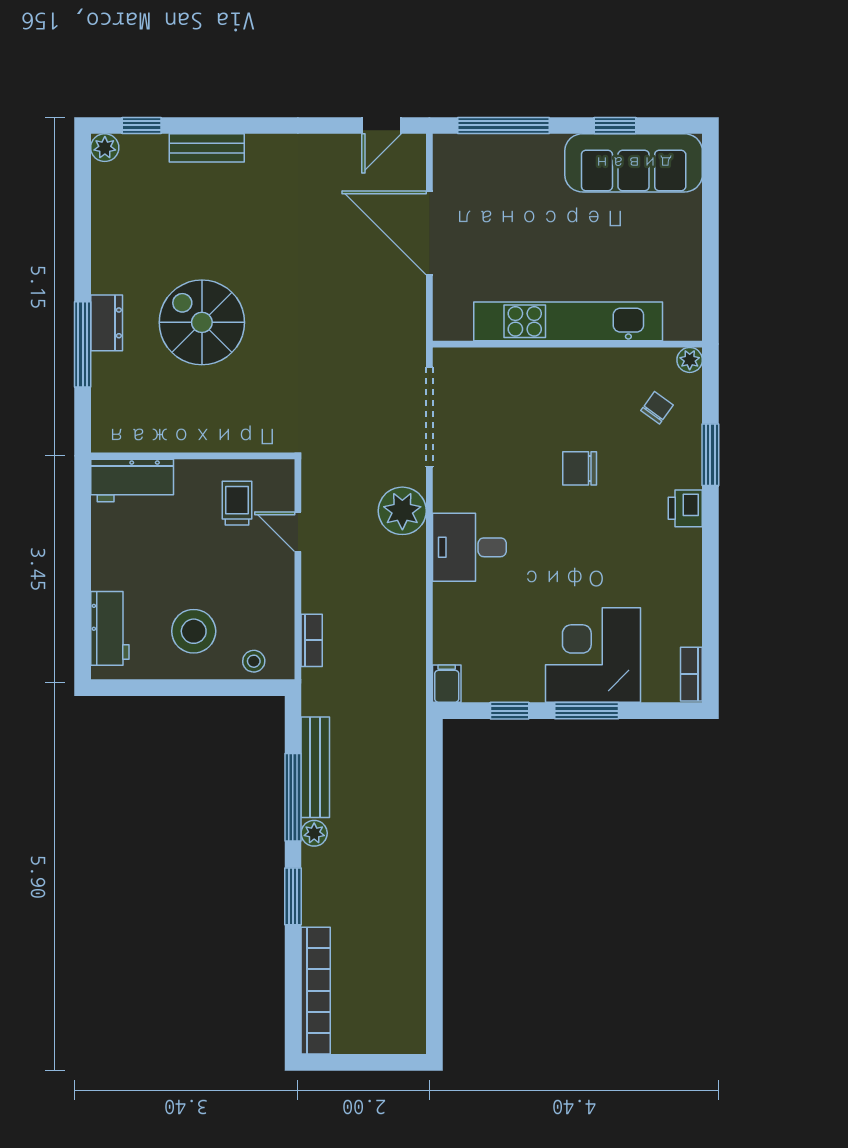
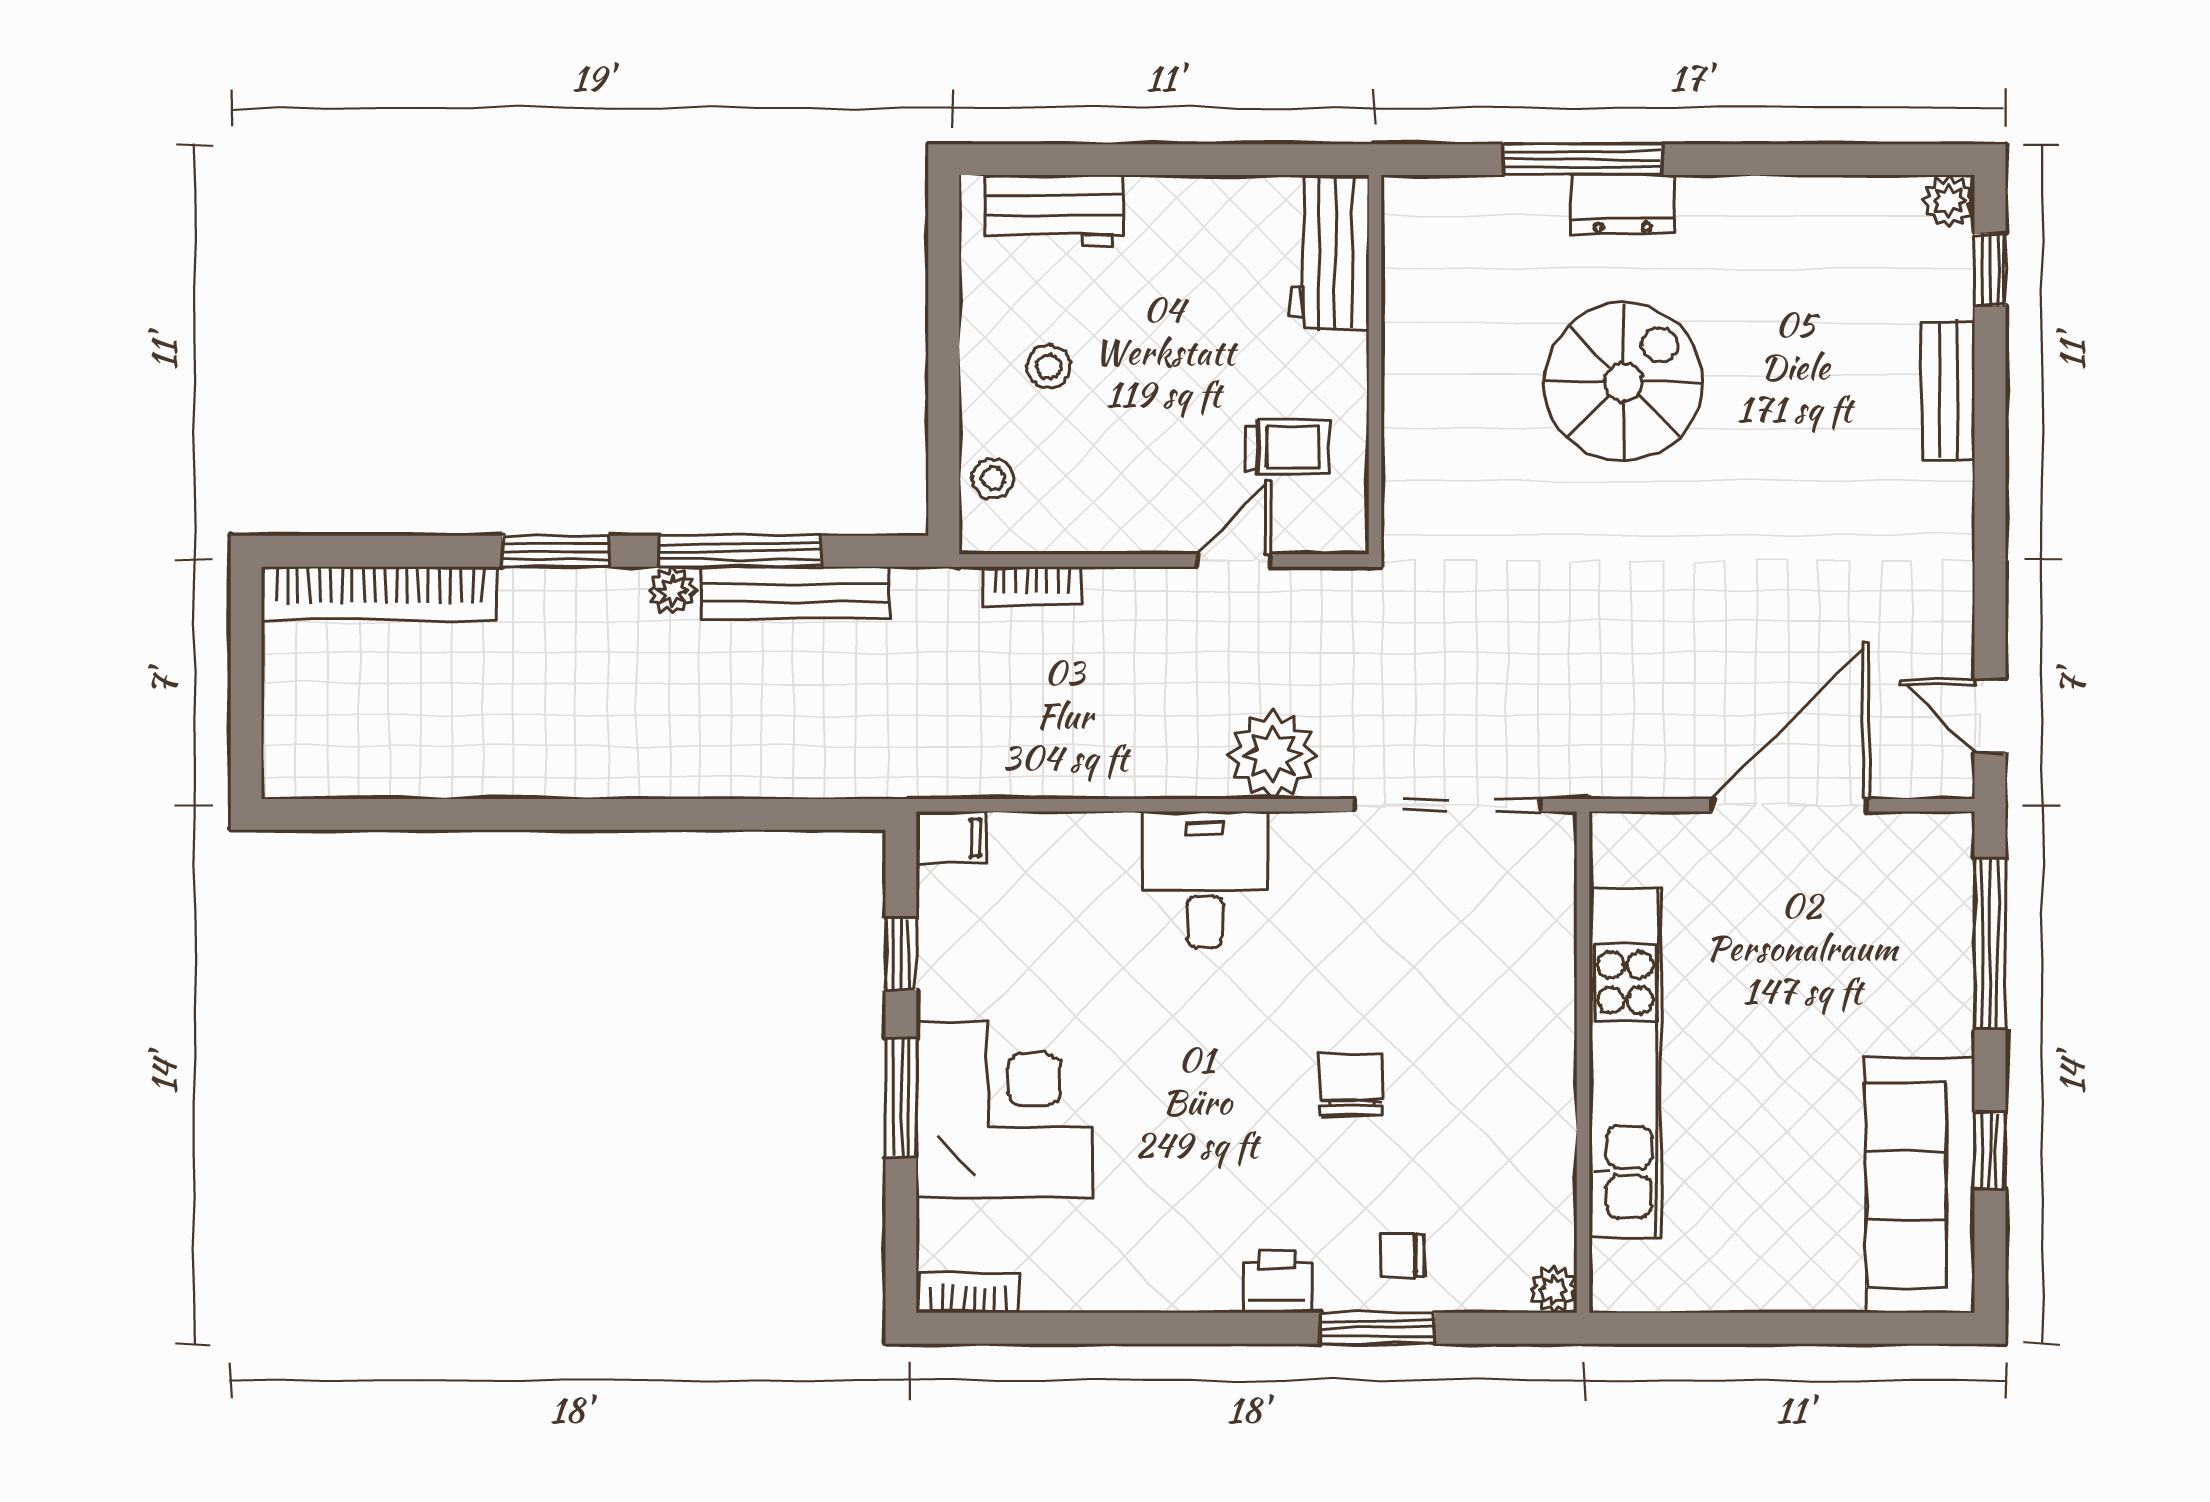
chair: (657, 408) -> (1403, 1255), moved, turned 144
stool: (194, 631) -> (1049, 366), width x0.53, depth x0.53

